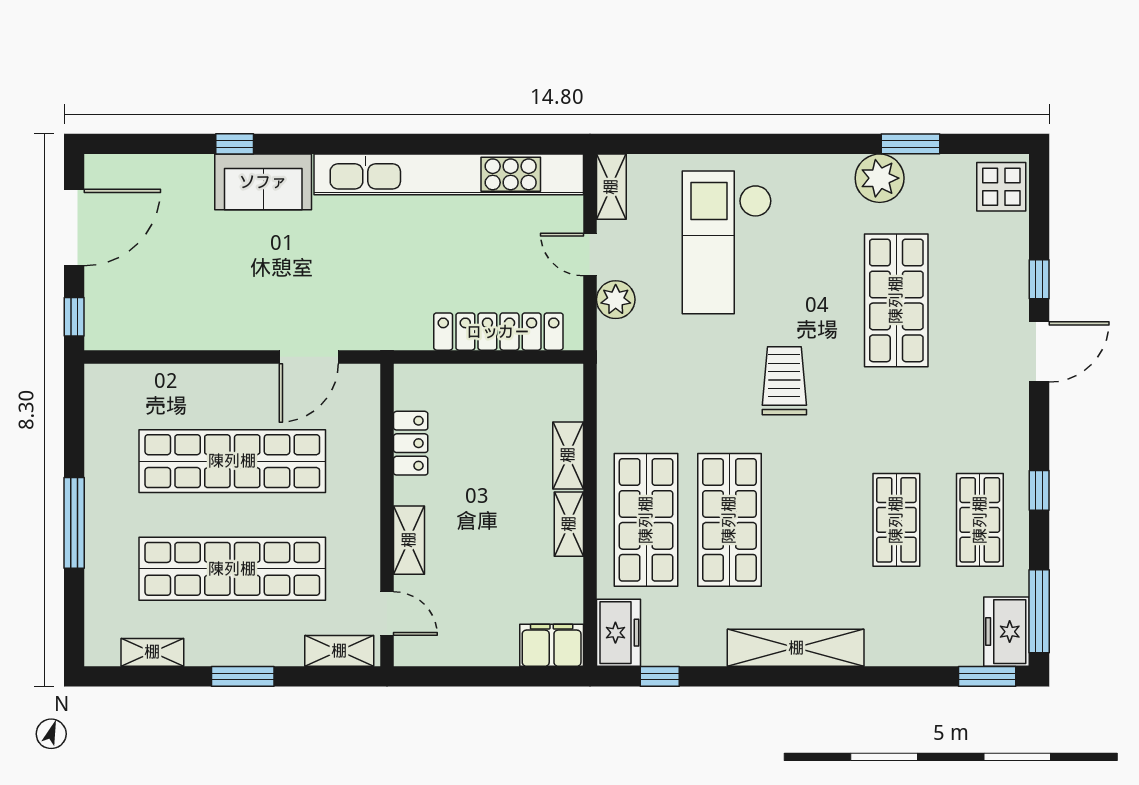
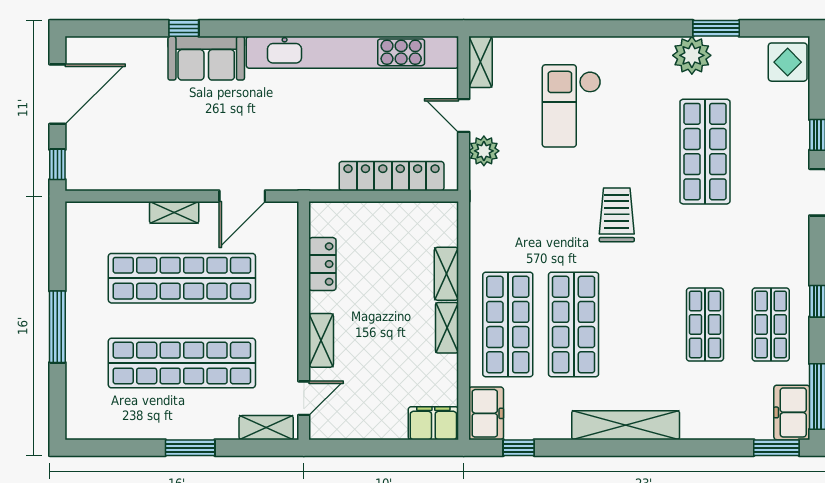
checkout: (727, 242) -> (571, 106), width x0.73, depth x0.83
door: (387, 613) -> (304, 398), hinge flipped
shelving: (152, 652) -> (174, 212), moved

